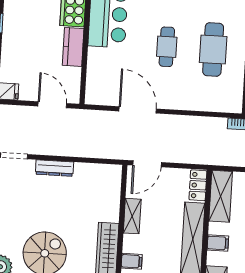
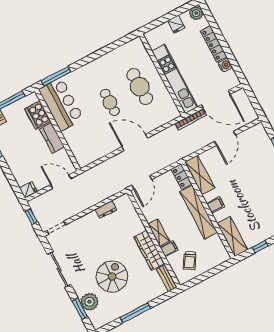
door: (138, 110) -> (135, 142), moved
dresser: (55, 168) -> (106, 209), moved, width x0.70
shelving: (132, 216) -> (159, 233), moved

